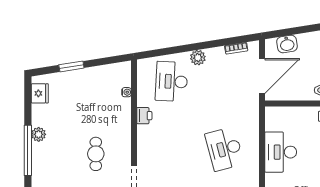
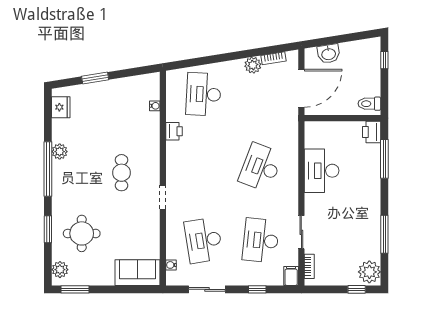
plant: (198, 58) -> (253, 65), moved
desk: (224, 149) -> (261, 167), turned 36

